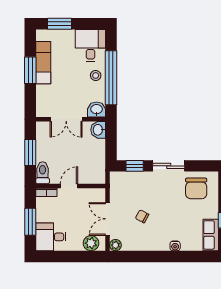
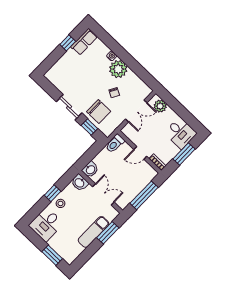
exam couch: (43, 63) -> (94, 232), moved
window: (30, 70) -> (108, 233), moved
window: (111, 78) -> (53, 193), width x0.32
window: (30, 152) -> (144, 195), width x1.44
toilet: (43, 173) -> (115, 144), moved
chair: (196, 188) -> (99, 111), moved, turned 90
plant: (115, 245) -> (118, 69), moved, width x1.87, depth x1.87

